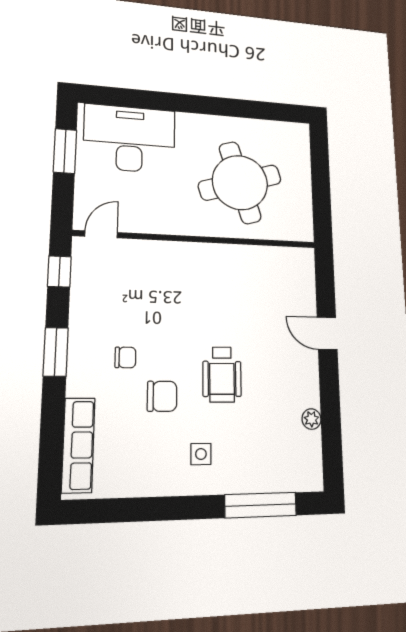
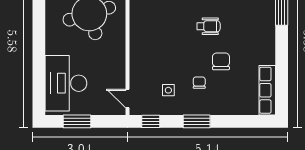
wheelchair: (222, 374) -> (208, 26), width x0.73, depth x0.73
row of seats: (78, 445) -> (267, 90), moved, turned -90
side table: (201, 454) -> (168, 90), moved

